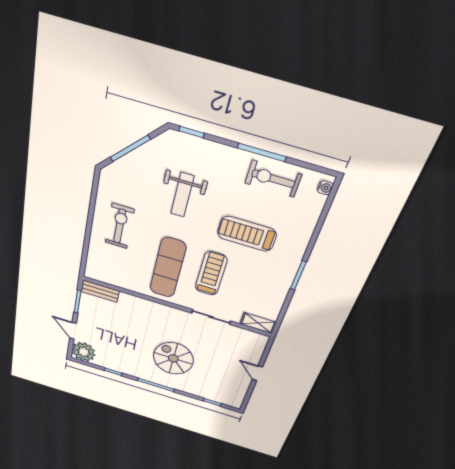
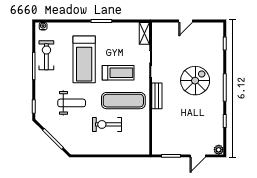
exercise bike: (273, 179) -> (46, 55), turned 180
exercise bike: (120, 226) -> (107, 124), moved
treadmill: (247, 234) -> (84, 59), width x1.37, depth x1.38
treadmill: (211, 274) -> (118, 73), turned 180
bench: (100, 291) -> (157, 96), moved
plant: (84, 352) -> (219, 150), width x0.53, depth x0.53
spiral stairs: (173, 358) -> (195, 81), turned 180

